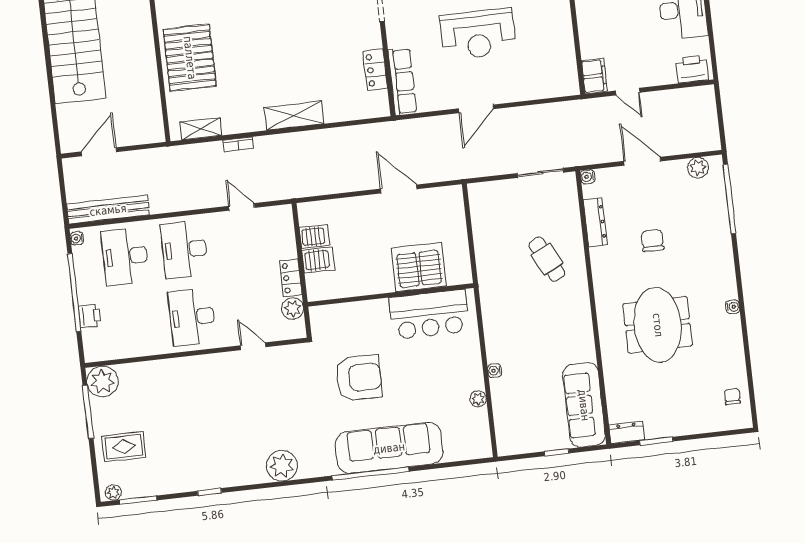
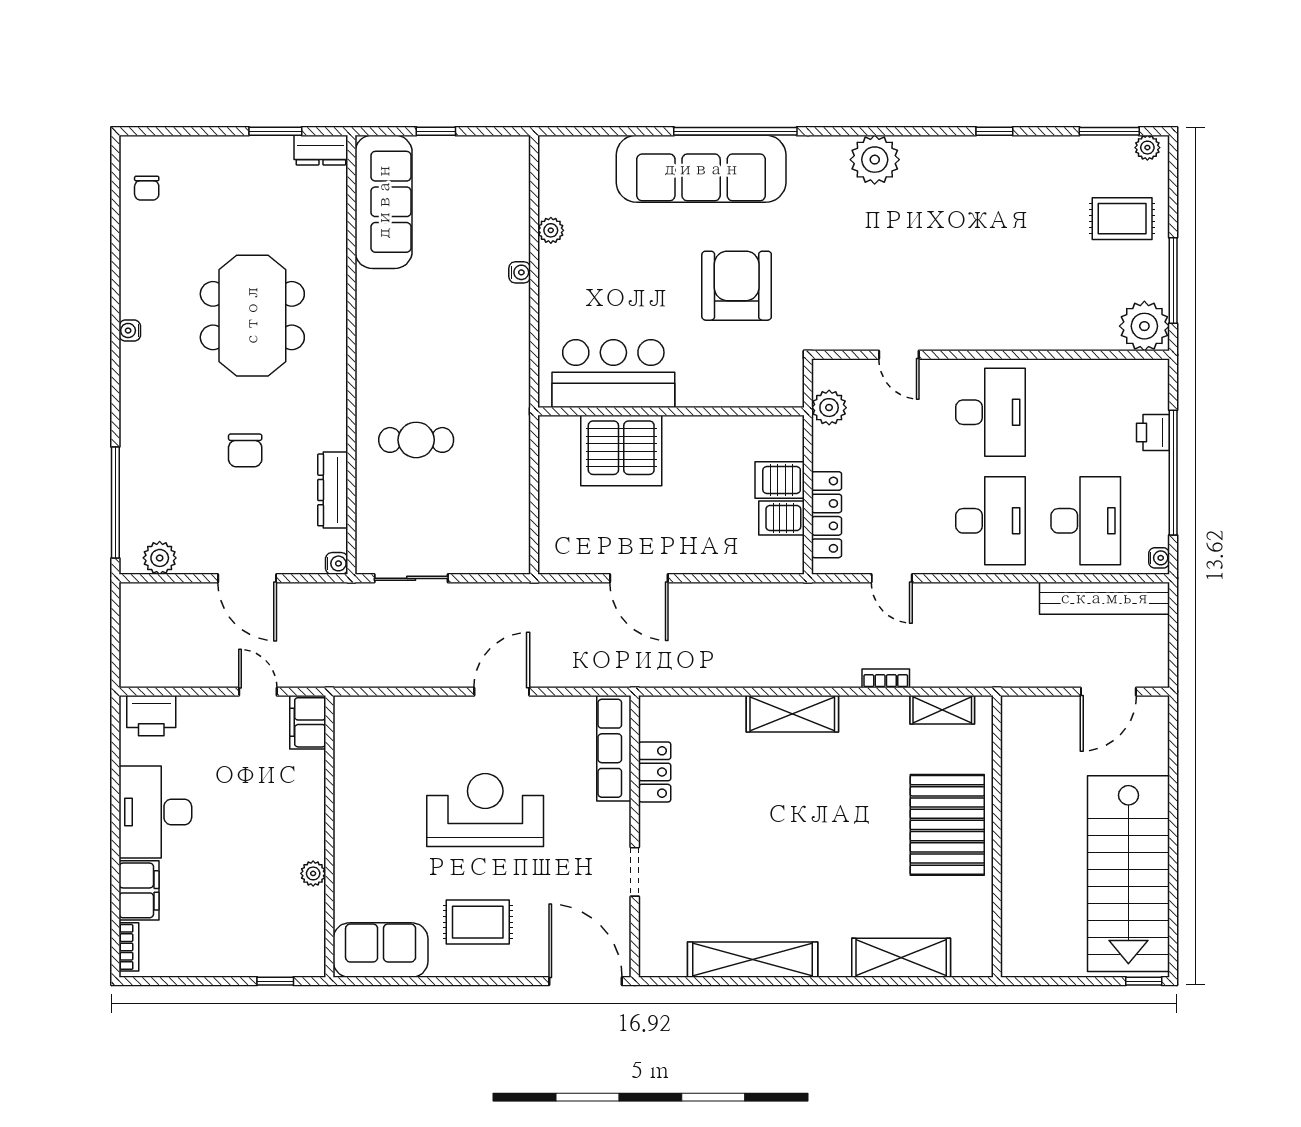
cafe table: (547, 259) -> (416, 440), turned -63
locker: (291, 278) -> (827, 515), moved, width x1.53
armchair: (359, 378) -> (737, 286), turned 90

